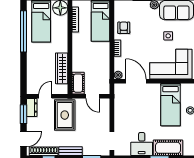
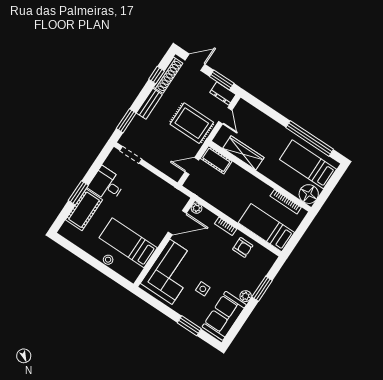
door: (24, 139) -> (195, 62), swing flipped

